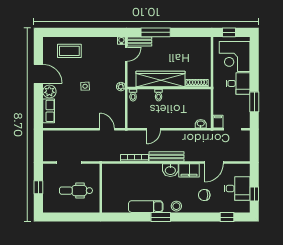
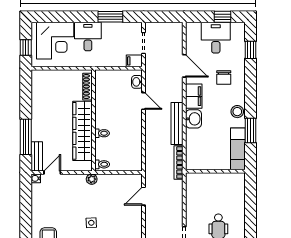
door: (126, 54) -> (52, 173), hinge flipped
door: (154, 129) -> (144, 101), moved
wall: (101, 188) -> (215, 171), moved

